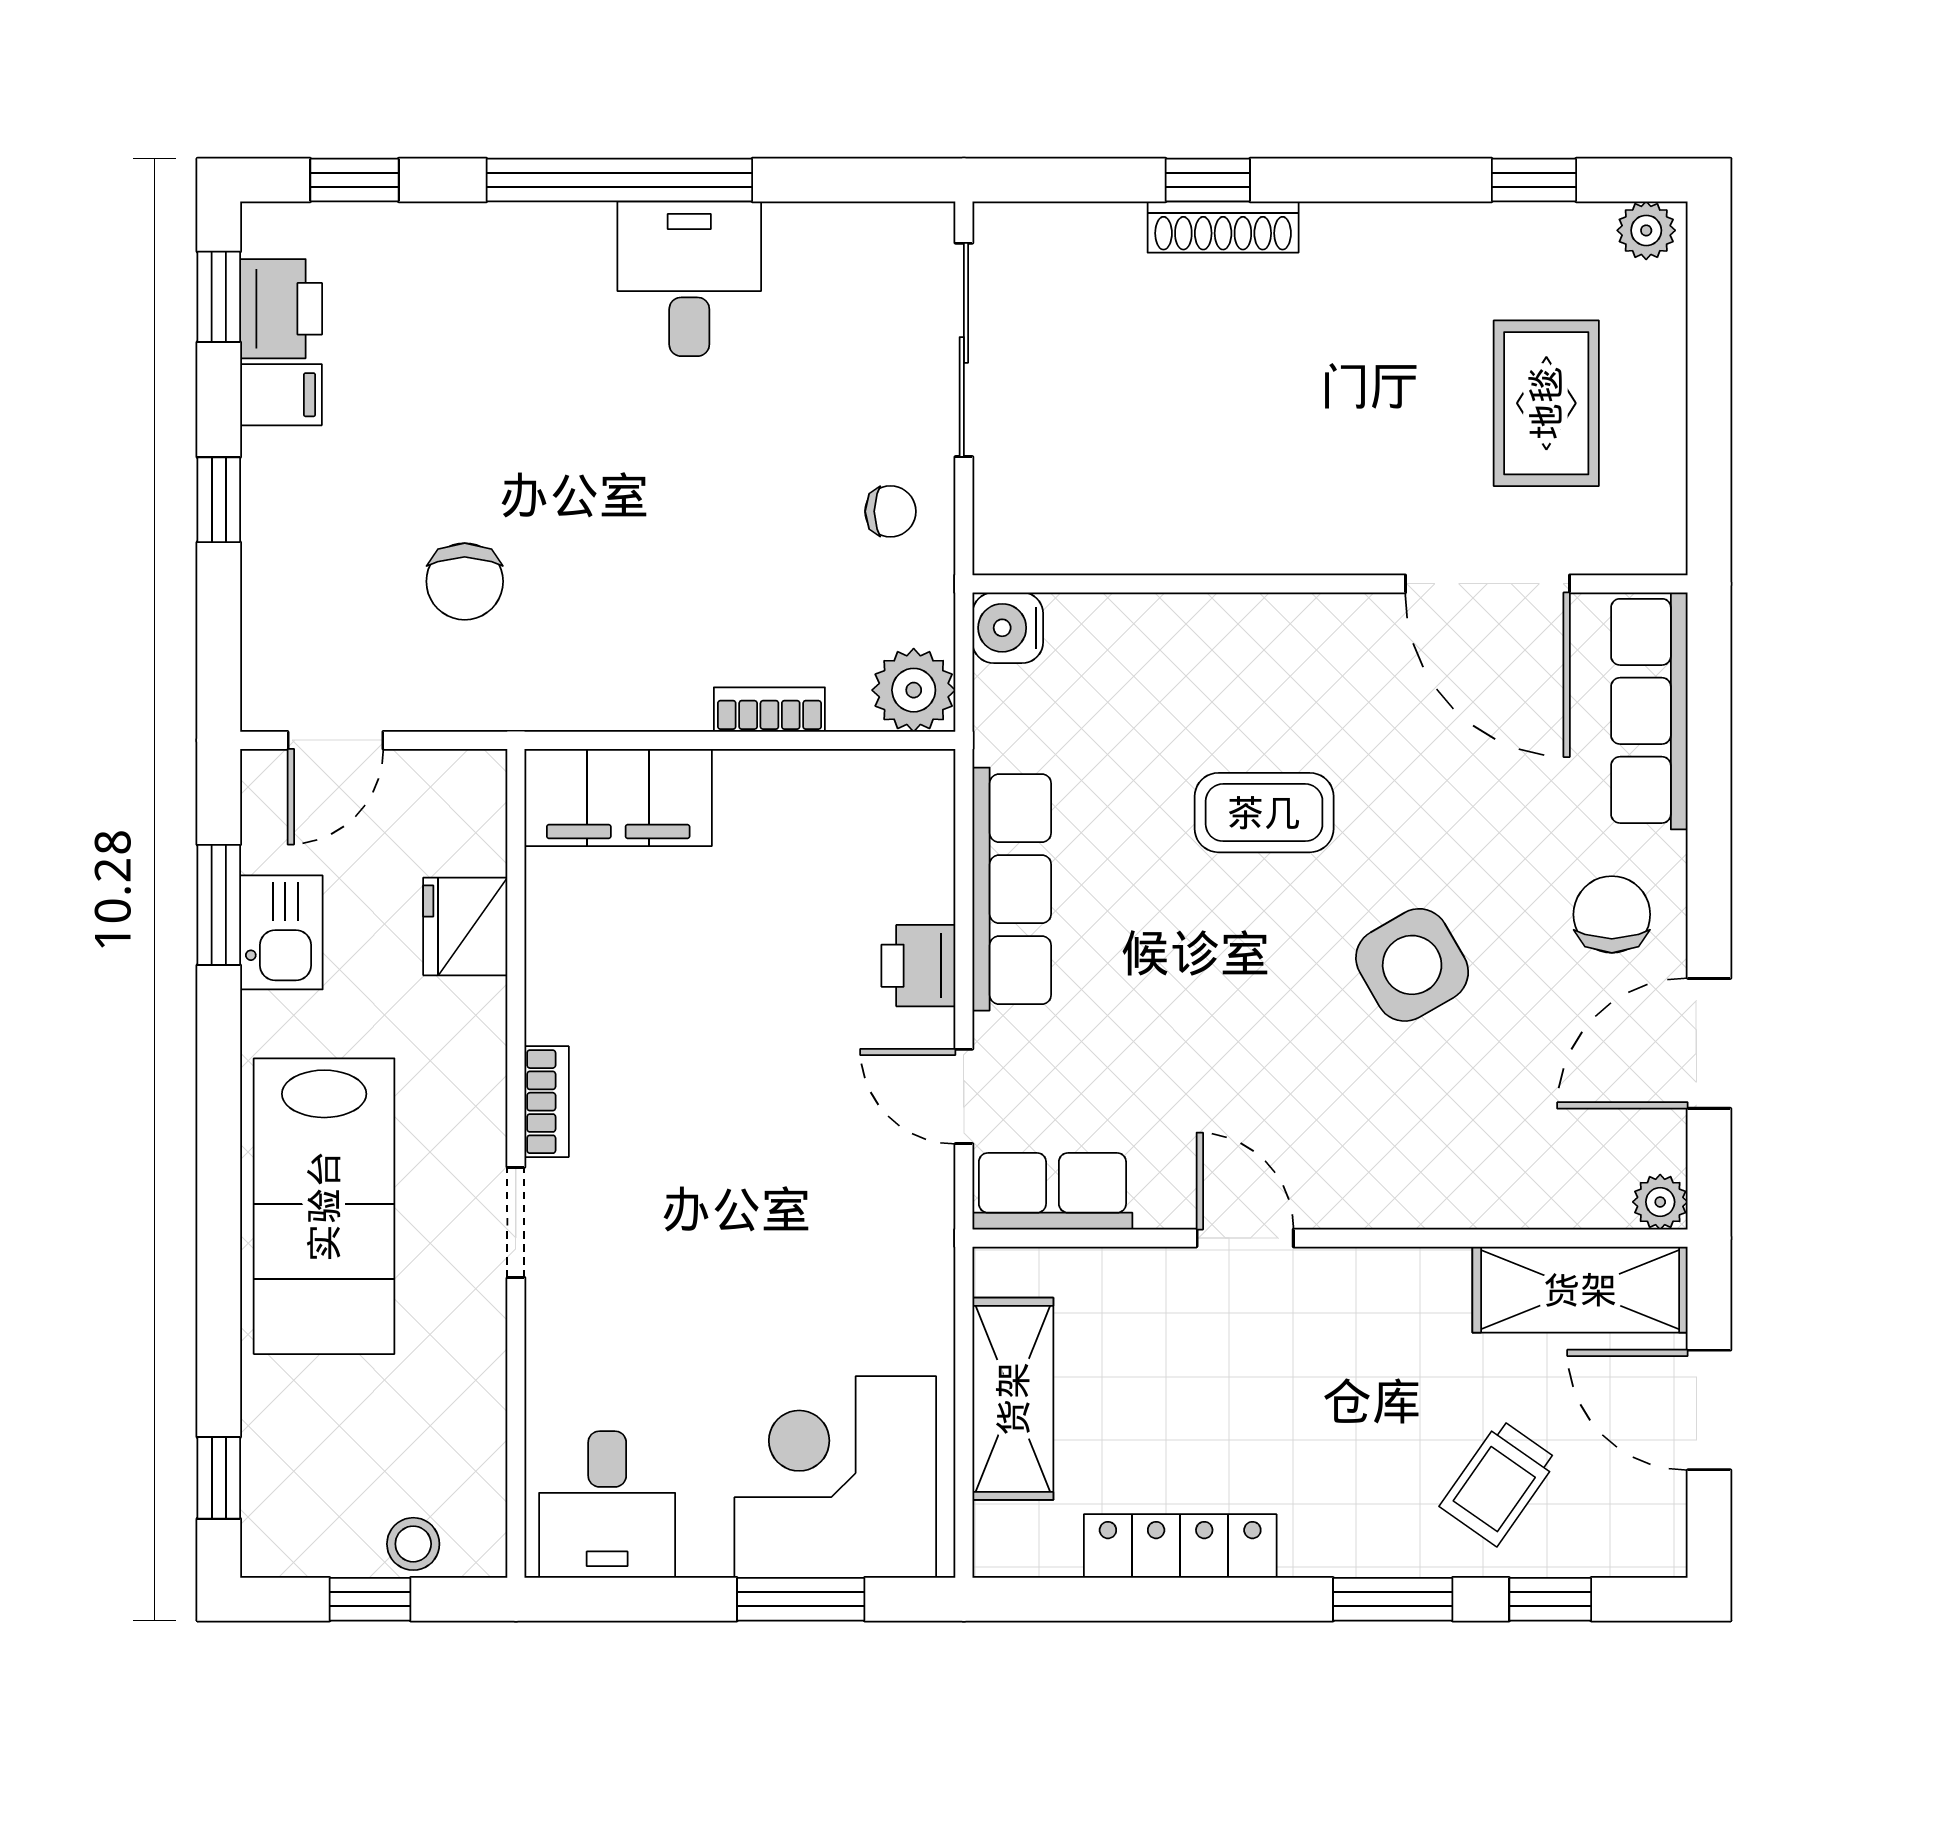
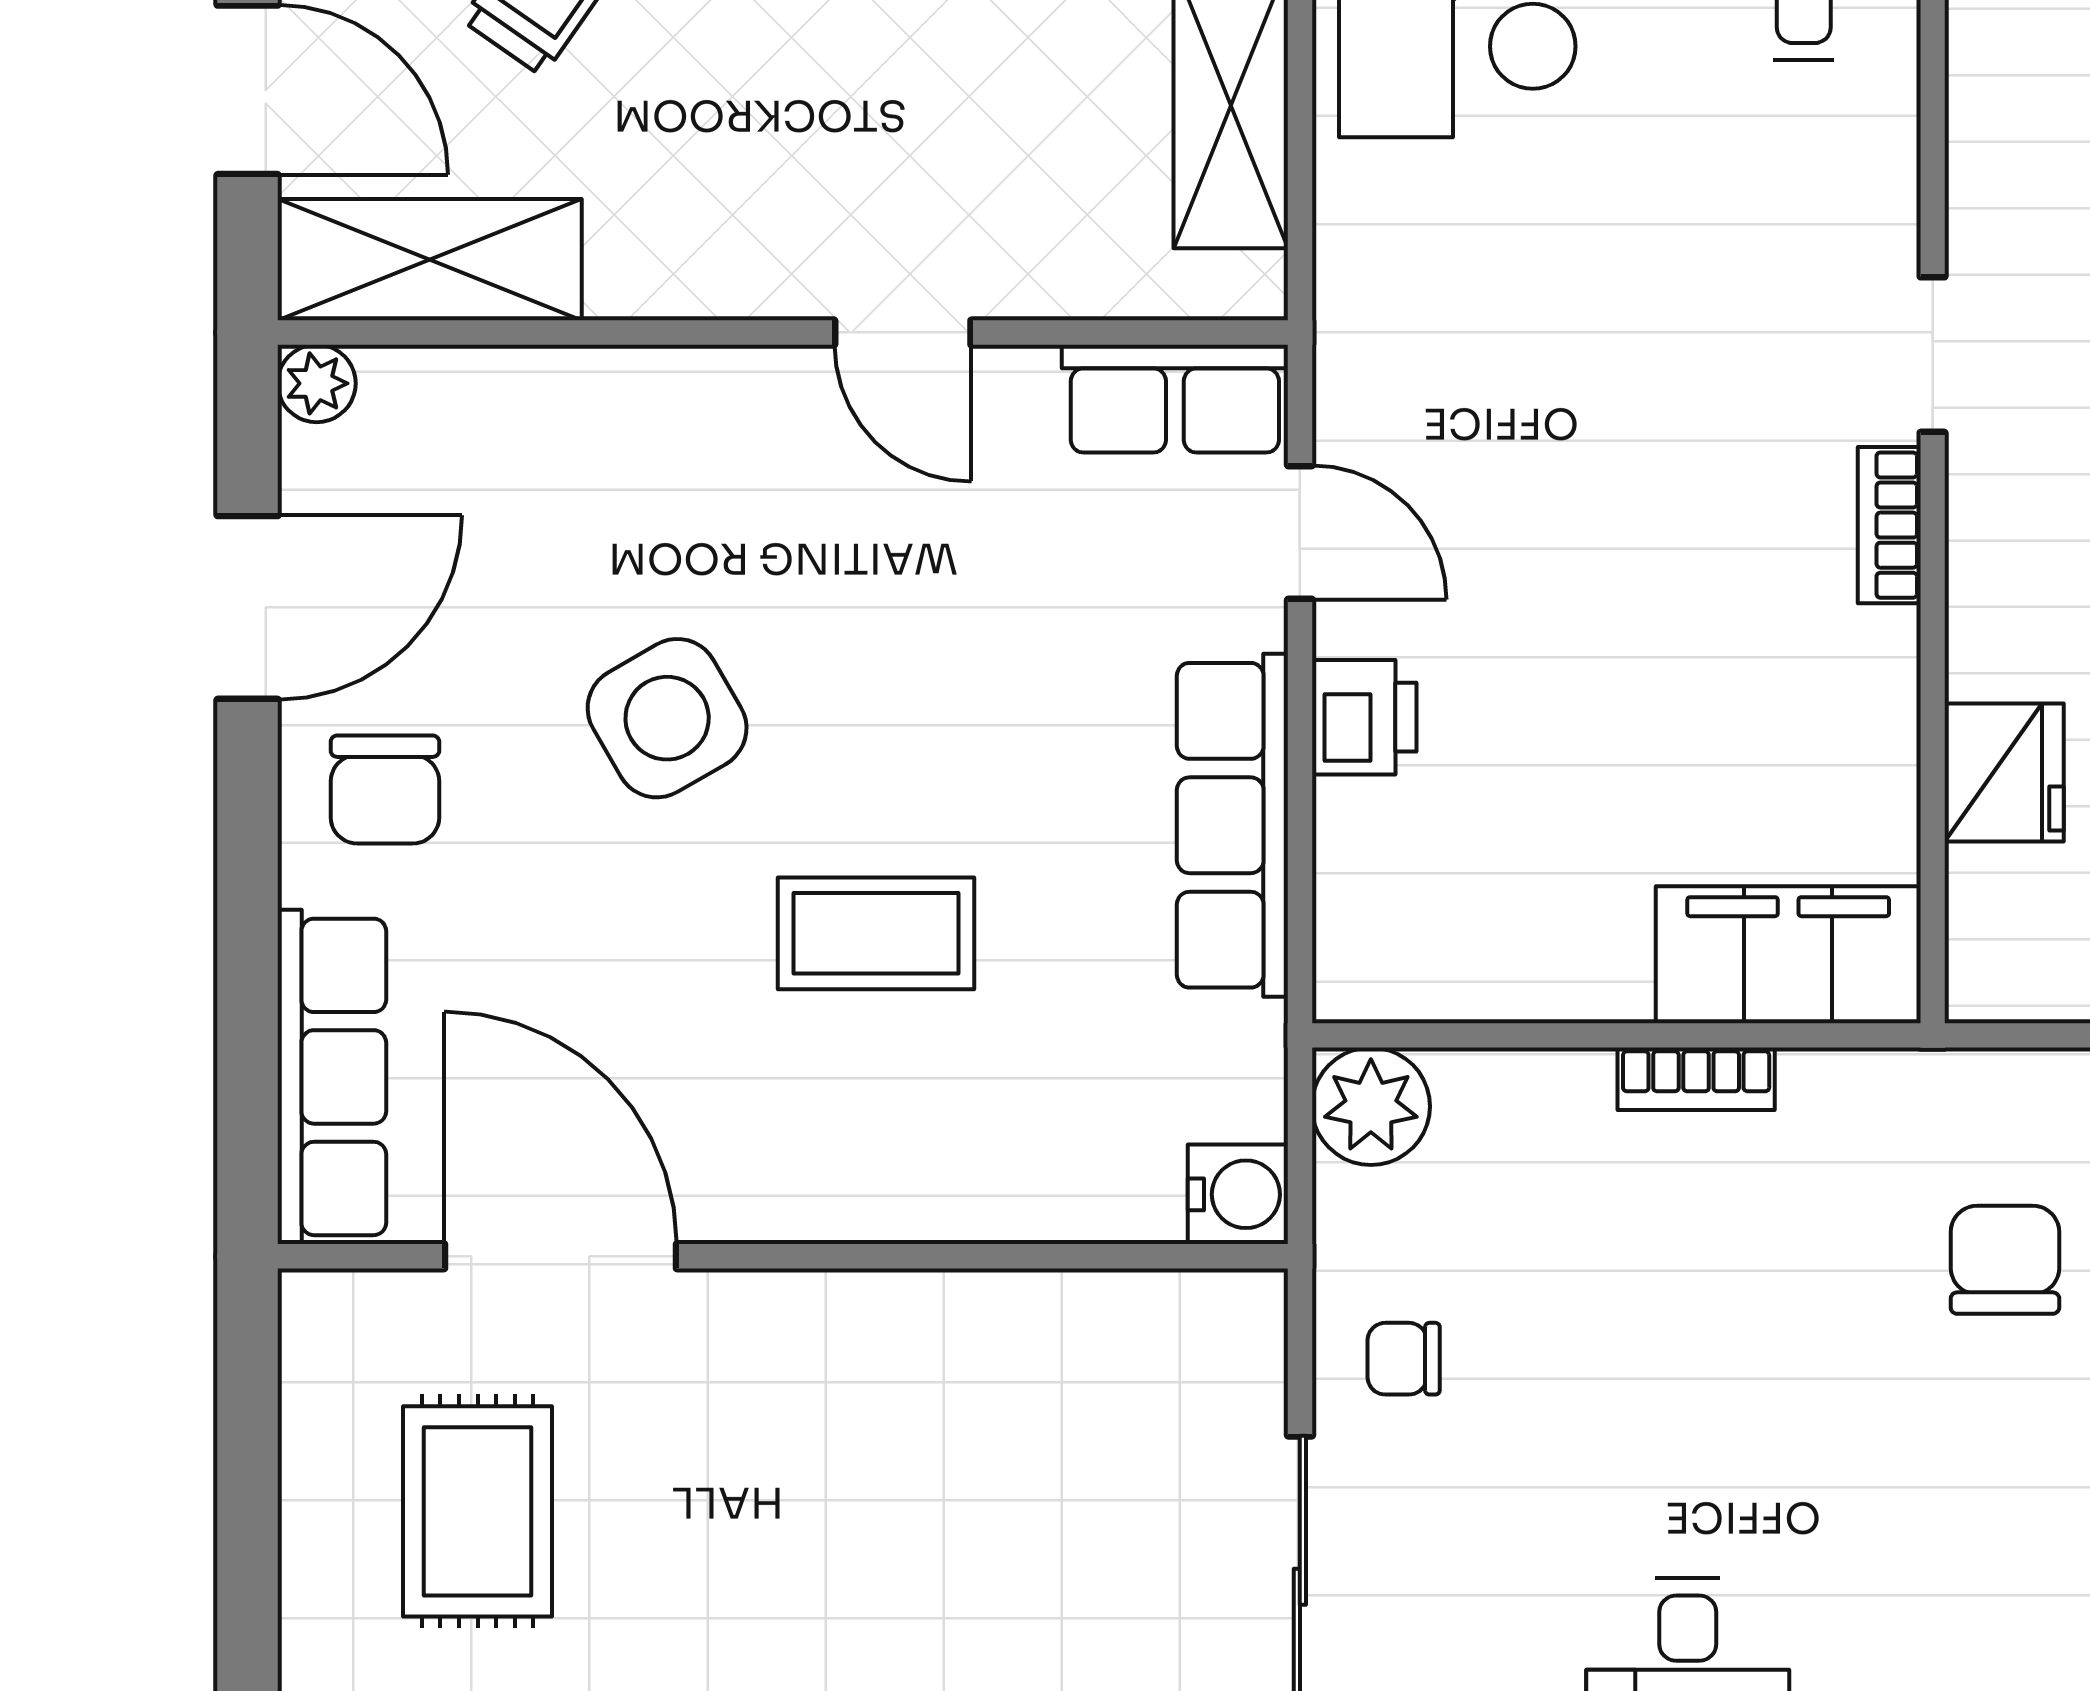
bookcase: (769, 710) -> (1696, 1079), moved

